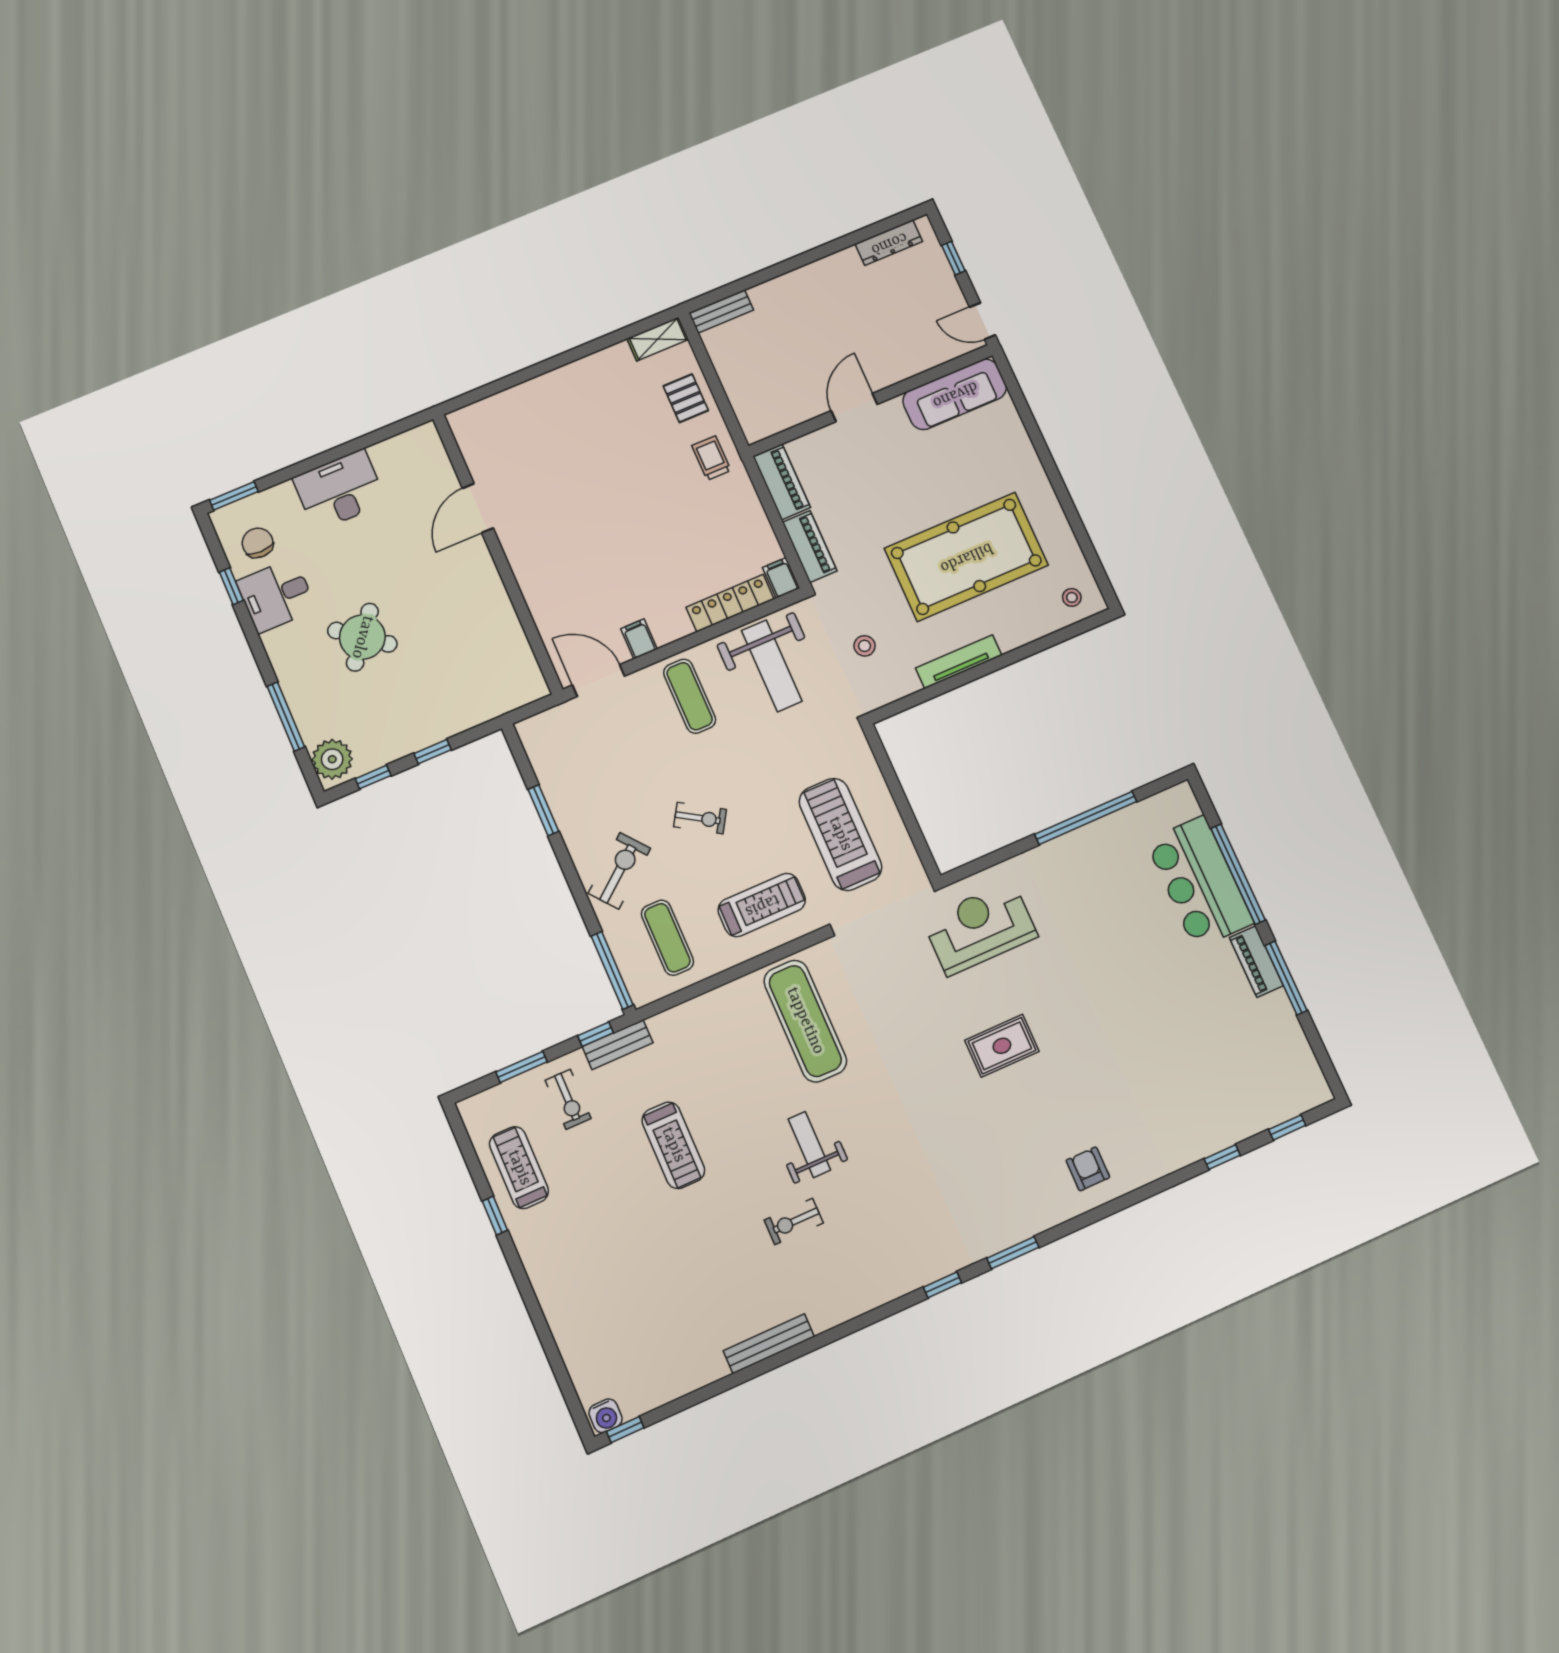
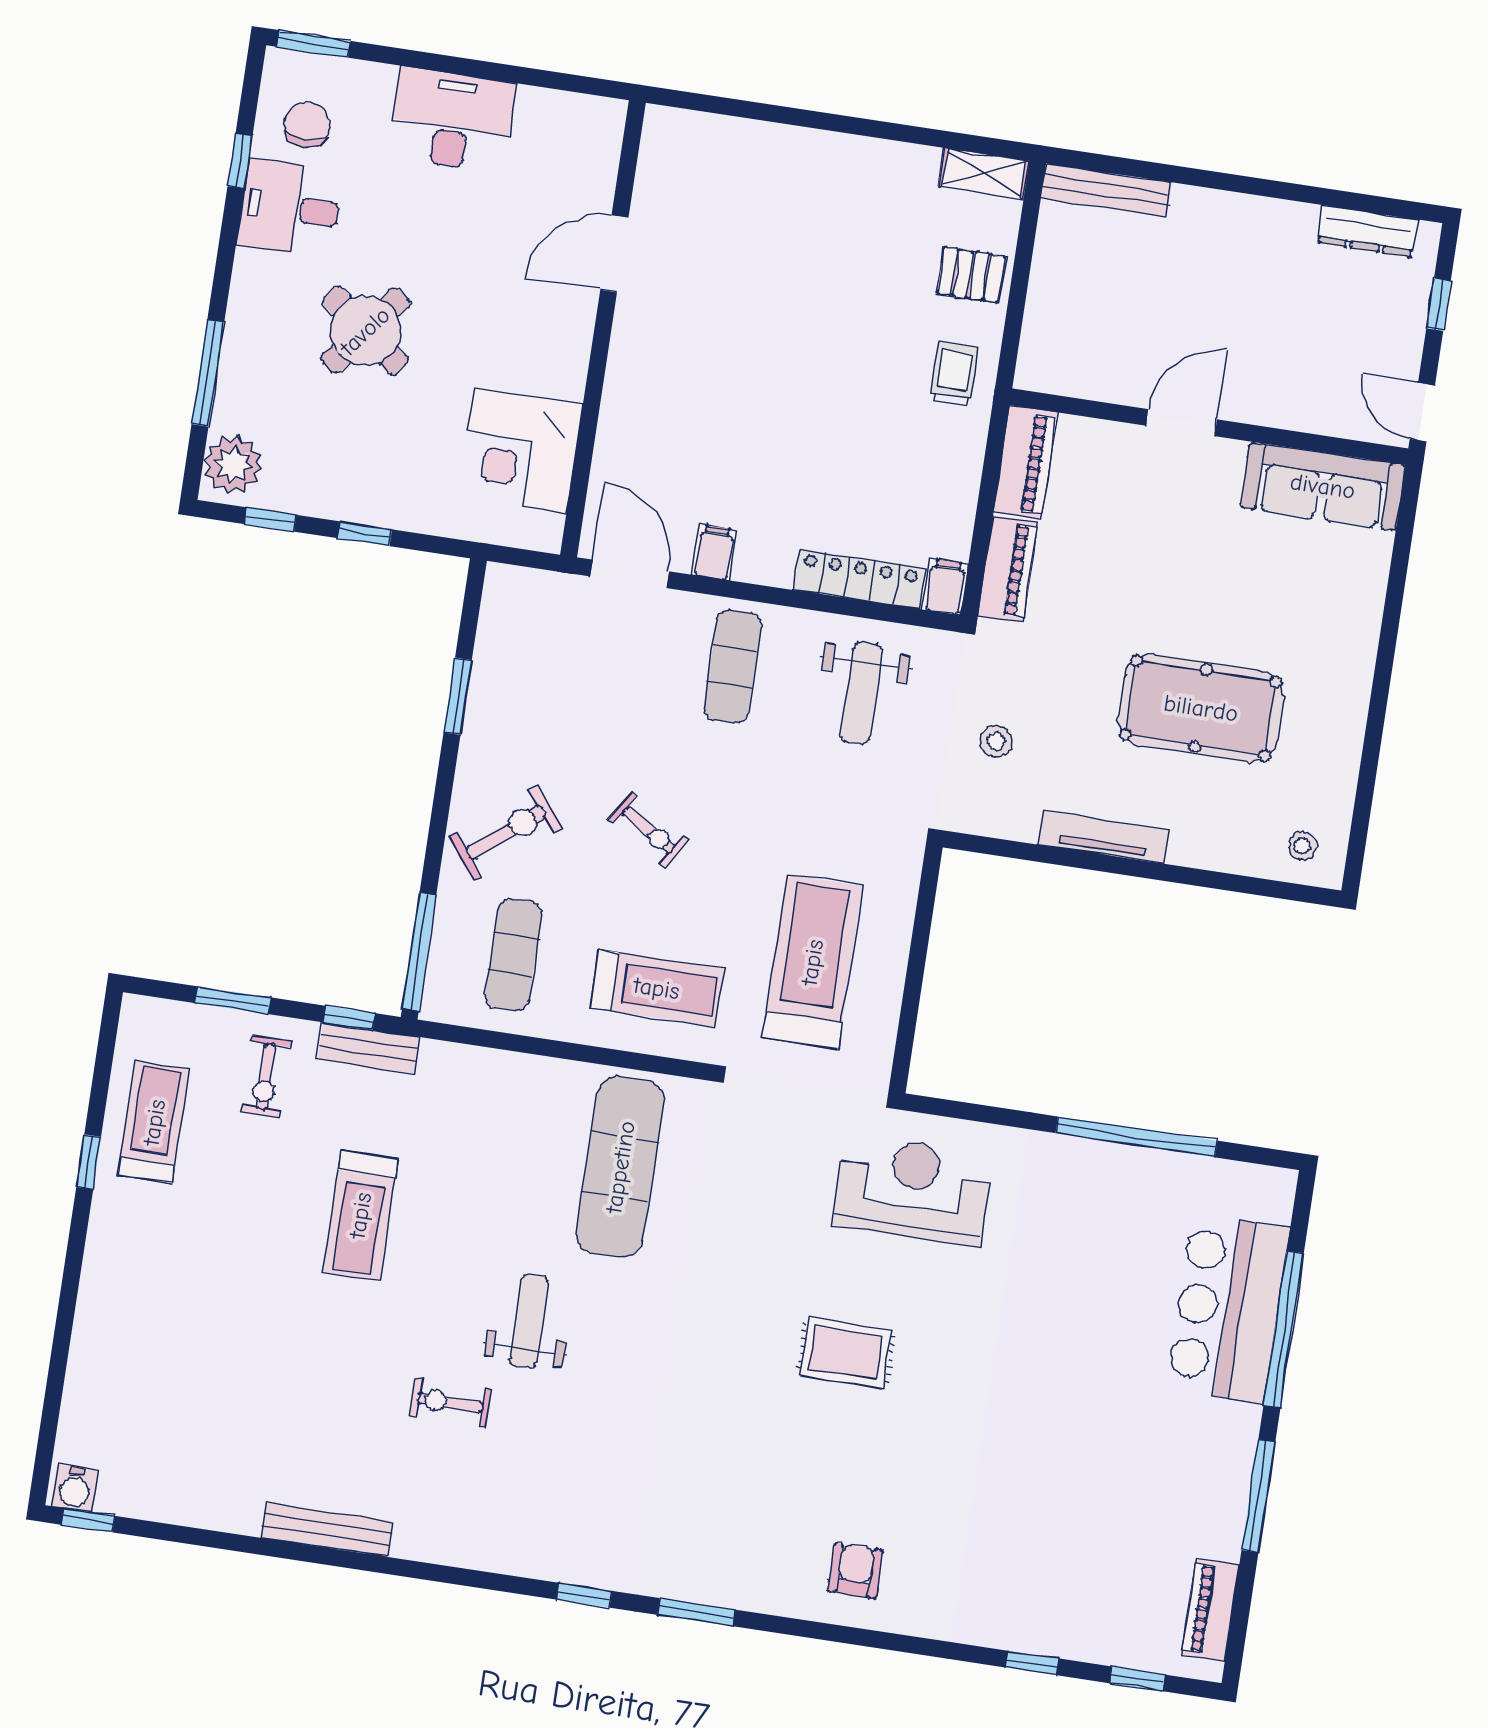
bench: (721, 311) -> (1106, 190), width x1.36
pallet: (686, 398) -> (971, 275), turned 90
pool table: (966, 557) -> (1201, 708), width x0.73, depth x0.76
corner desk: (493, 650) -> (520, 450), added
weight bench: (772, 666) -> (861, 693), width x0.73, depth x0.75
piano: (1256, 962) -> (1211, 1610), moved

